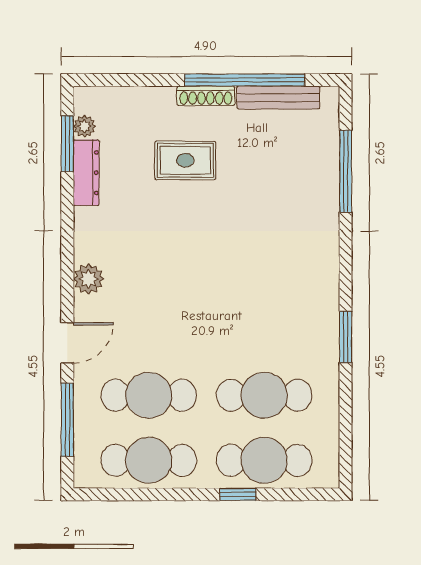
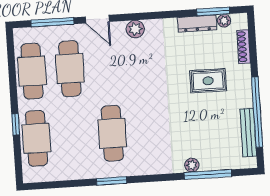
shoe rack: (206, 96) -> (244, 47), moved
rug: (185, 160) -> (208, 81), turned 90
plant: (328, 198) -> (192, 165), added
cafe table: (264, 395) -> (112, 133), moved

